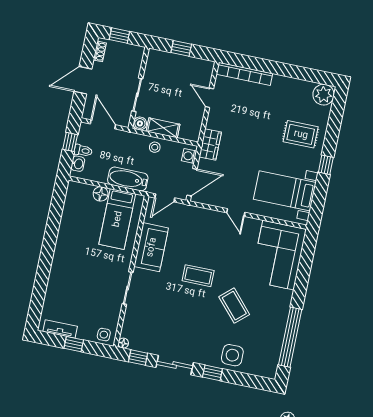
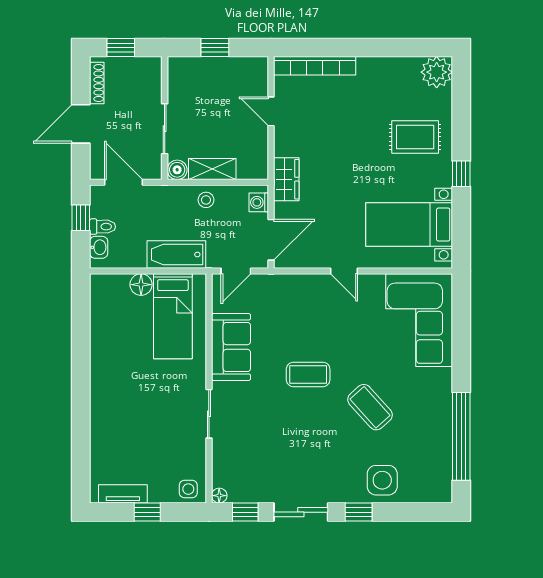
shoe rack: (100, 51) -> (97, 83), width x1.43

